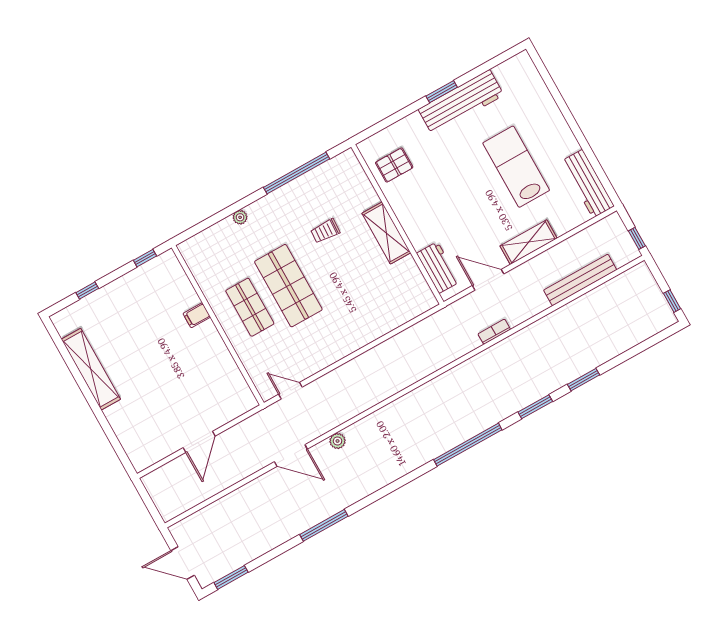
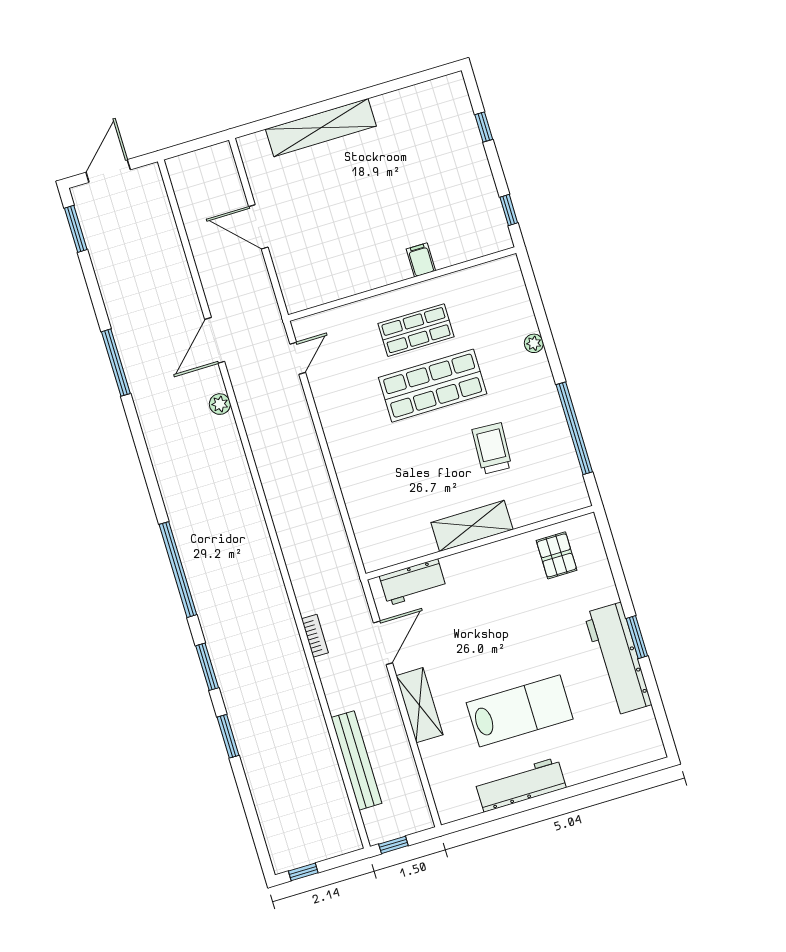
workbench: (588, 184) -> (521, 785), moved
trolley: (325, 231) -> (492, 448), width x1.36, depth x1.39
shelving: (91, 369) -> (321, 128), moved

